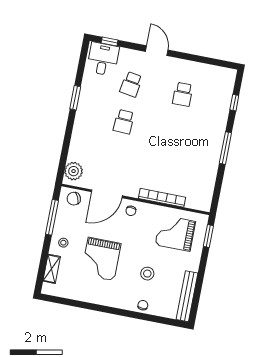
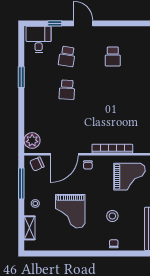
window: (110, 42) -> (55, 23), moved
grand piano: (175, 233) -> (130, 177), turned 180

